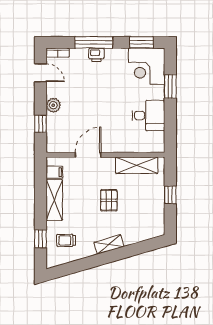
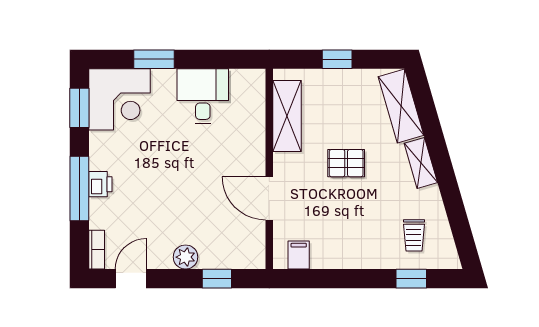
shelving: (54, 200) -> (401, 106), moved, turned 74

